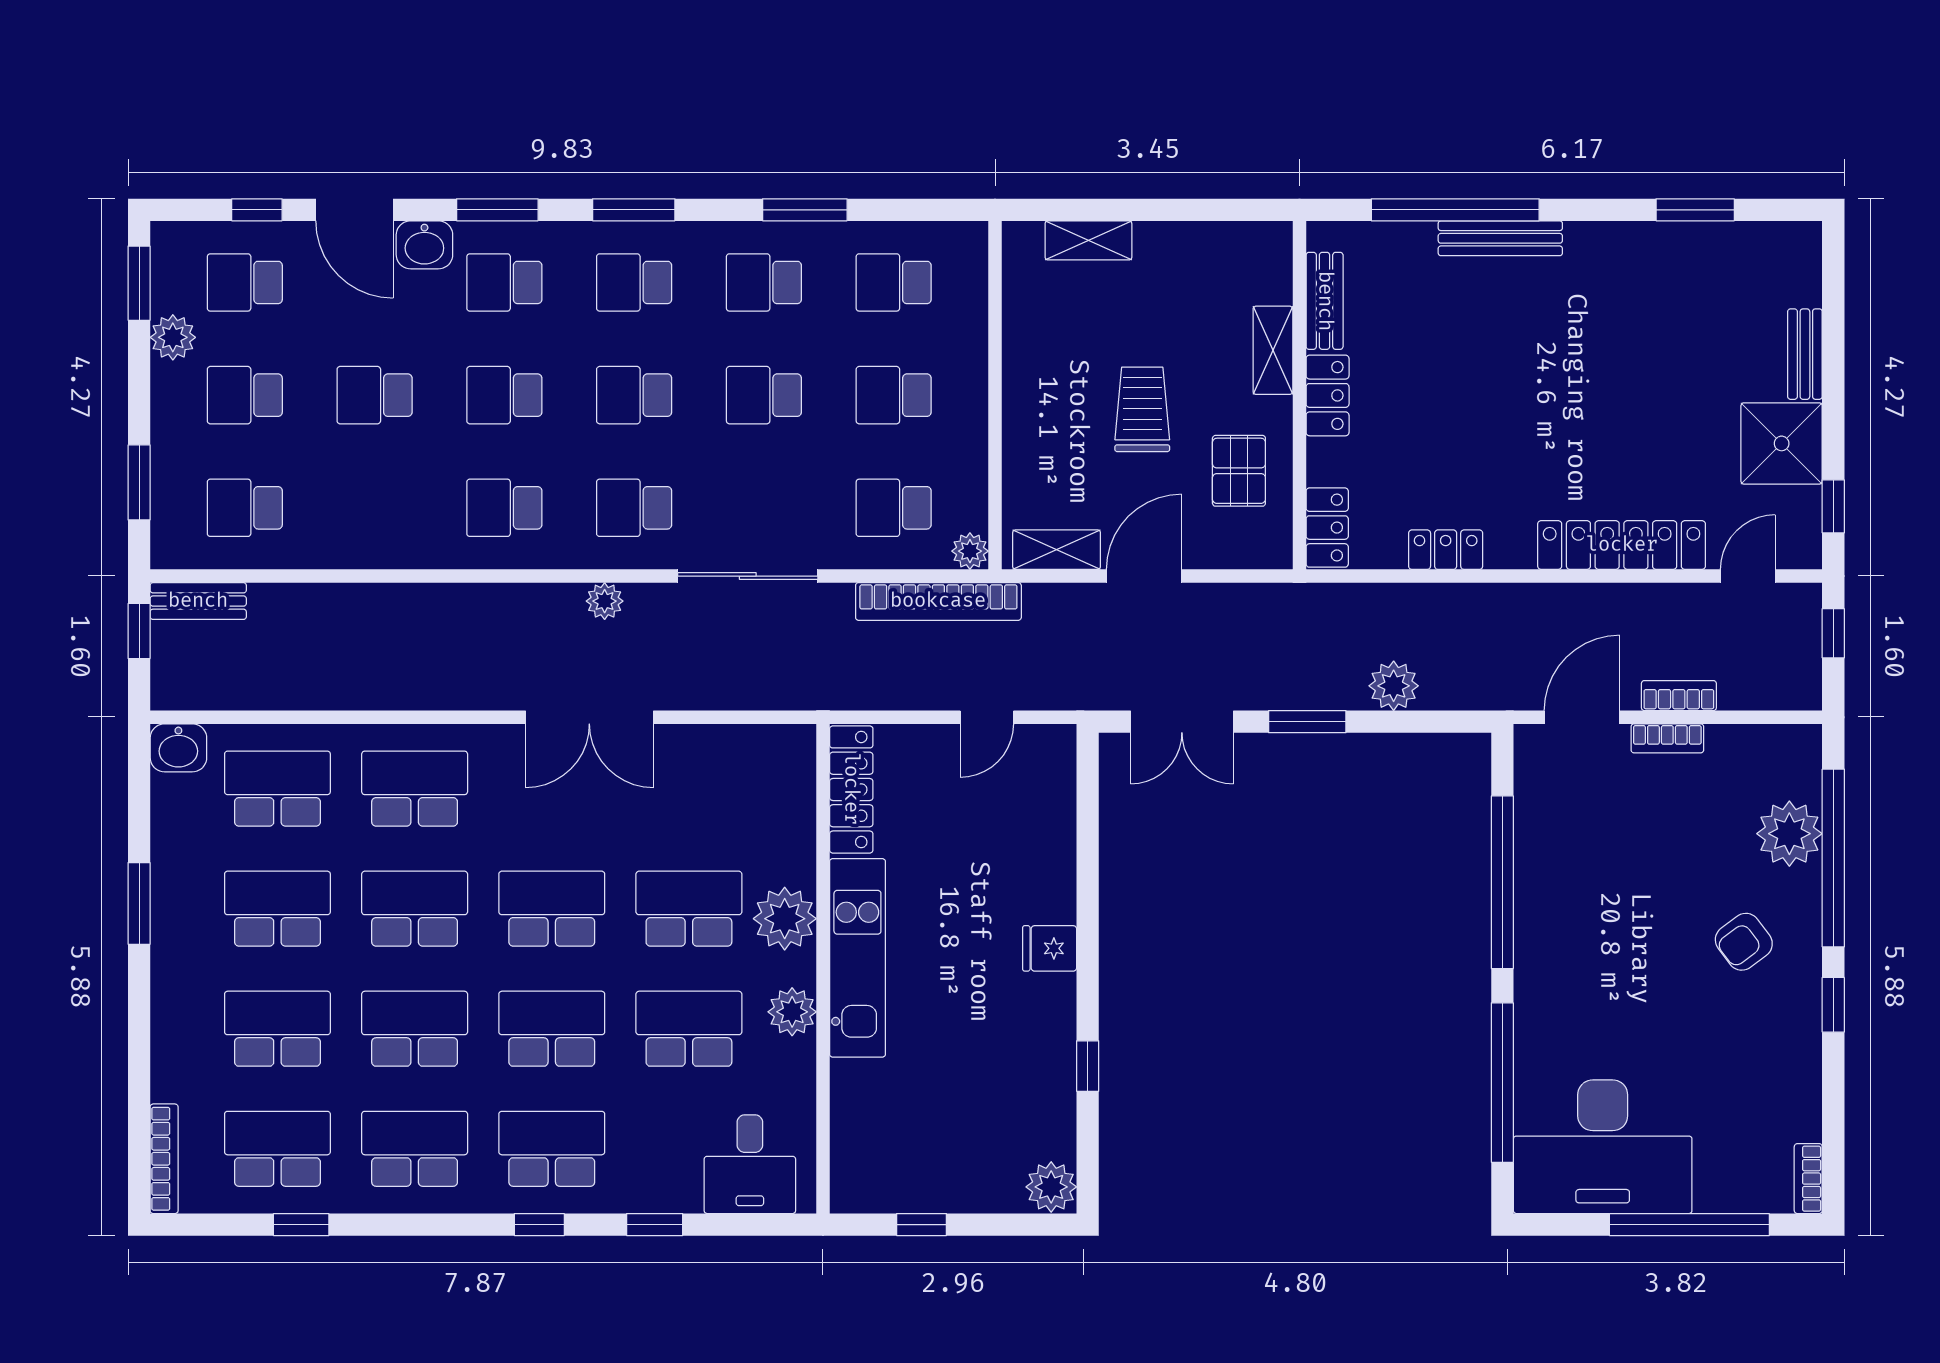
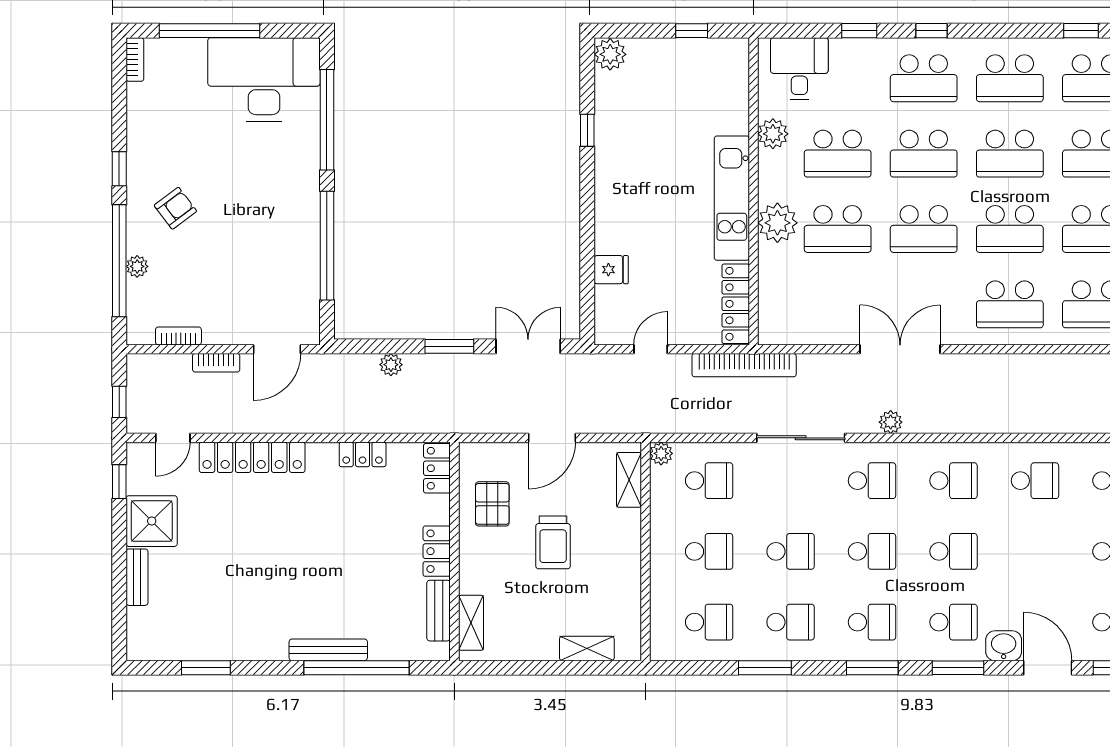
shelving: (1273, 350) -> (471, 623), moved
school desk: (375, 395) -> (1035, 481), moved
shelving: (1057, 550) -> (629, 480), moved, turned 90
bookcase: (938, 601) -> (744, 365), moved, turned 180
plant: (1394, 686) -> (391, 365), width x0.73, depth x0.73
bookcase: (1667, 738) -> (178, 336), moved
plant: (1789, 834) -> (137, 266), width x0.53, depth x0.53
fridge: (1050, 948) -> (611, 270), moved
plant: (792, 1012) -> (773, 134), moved

